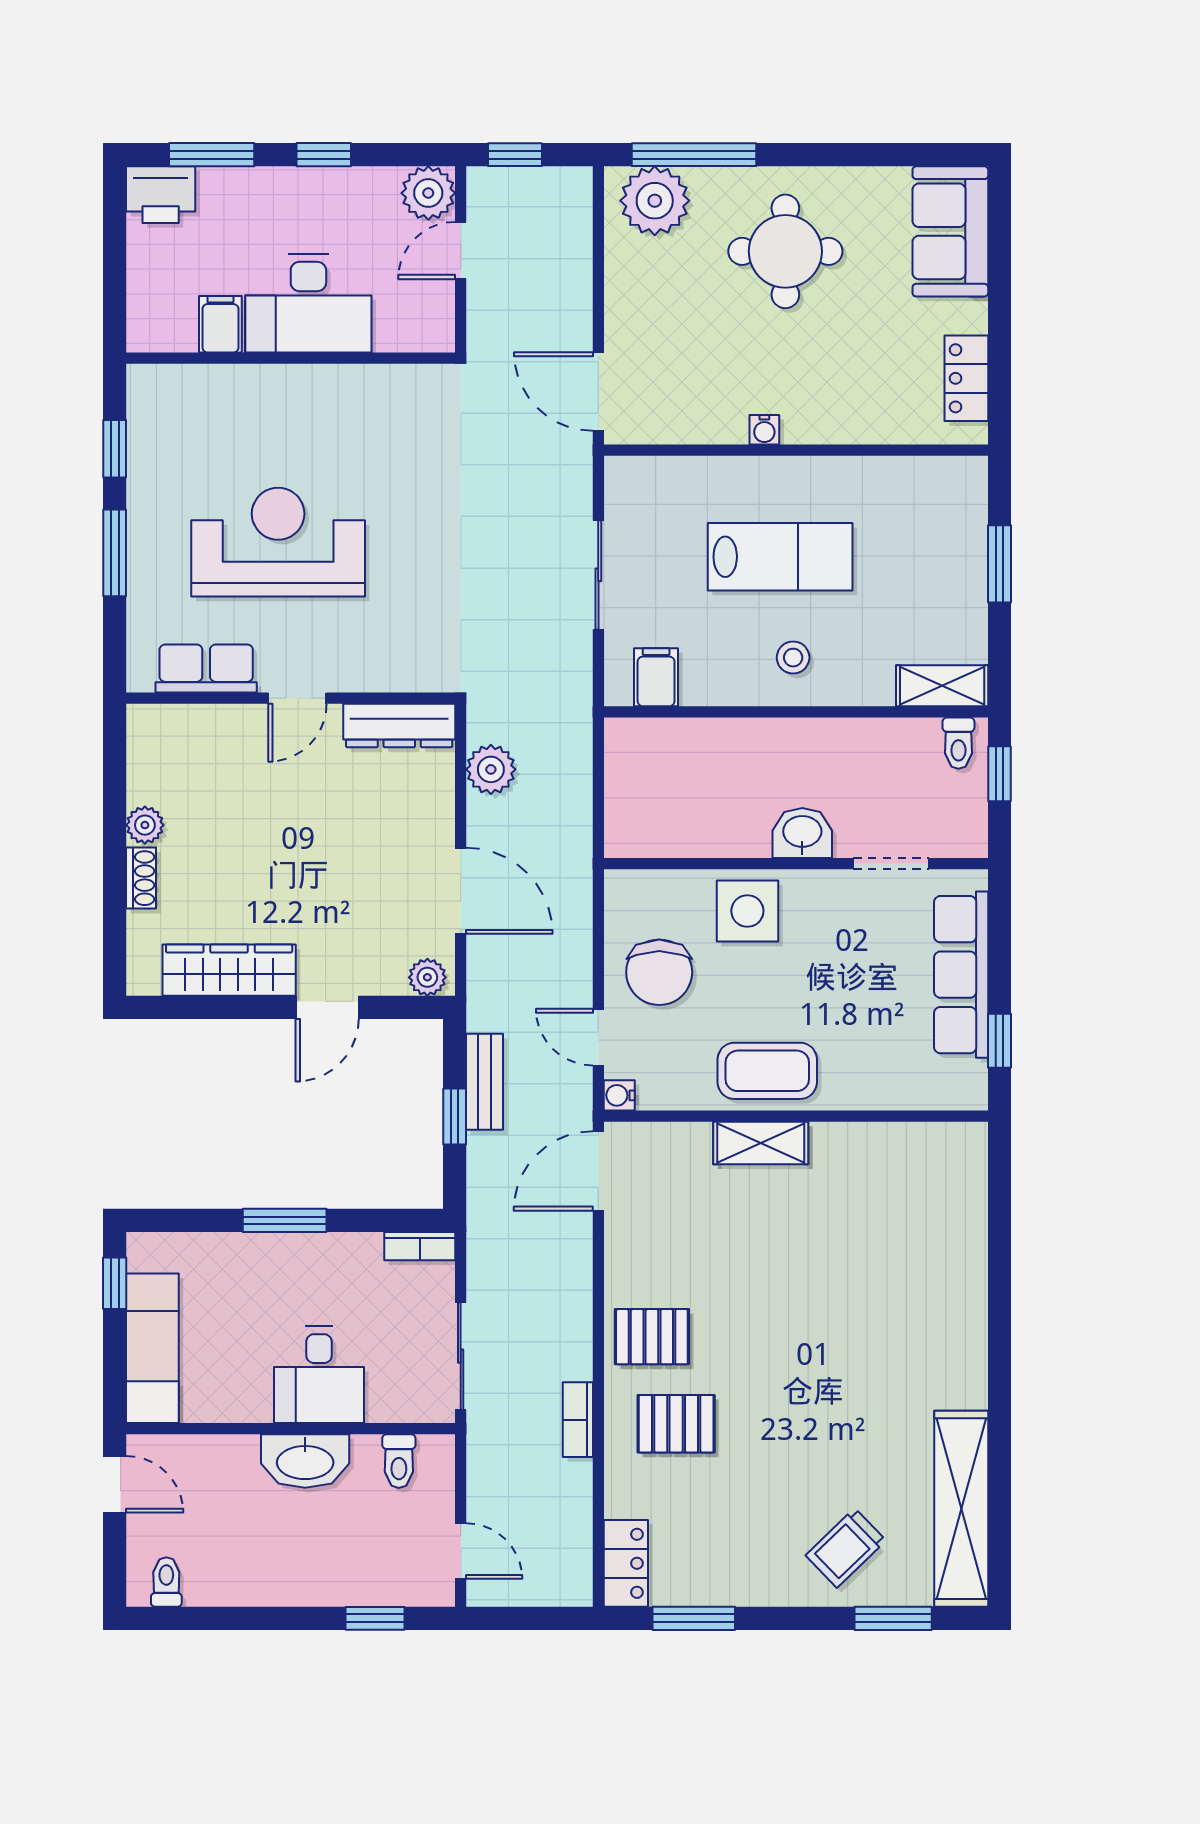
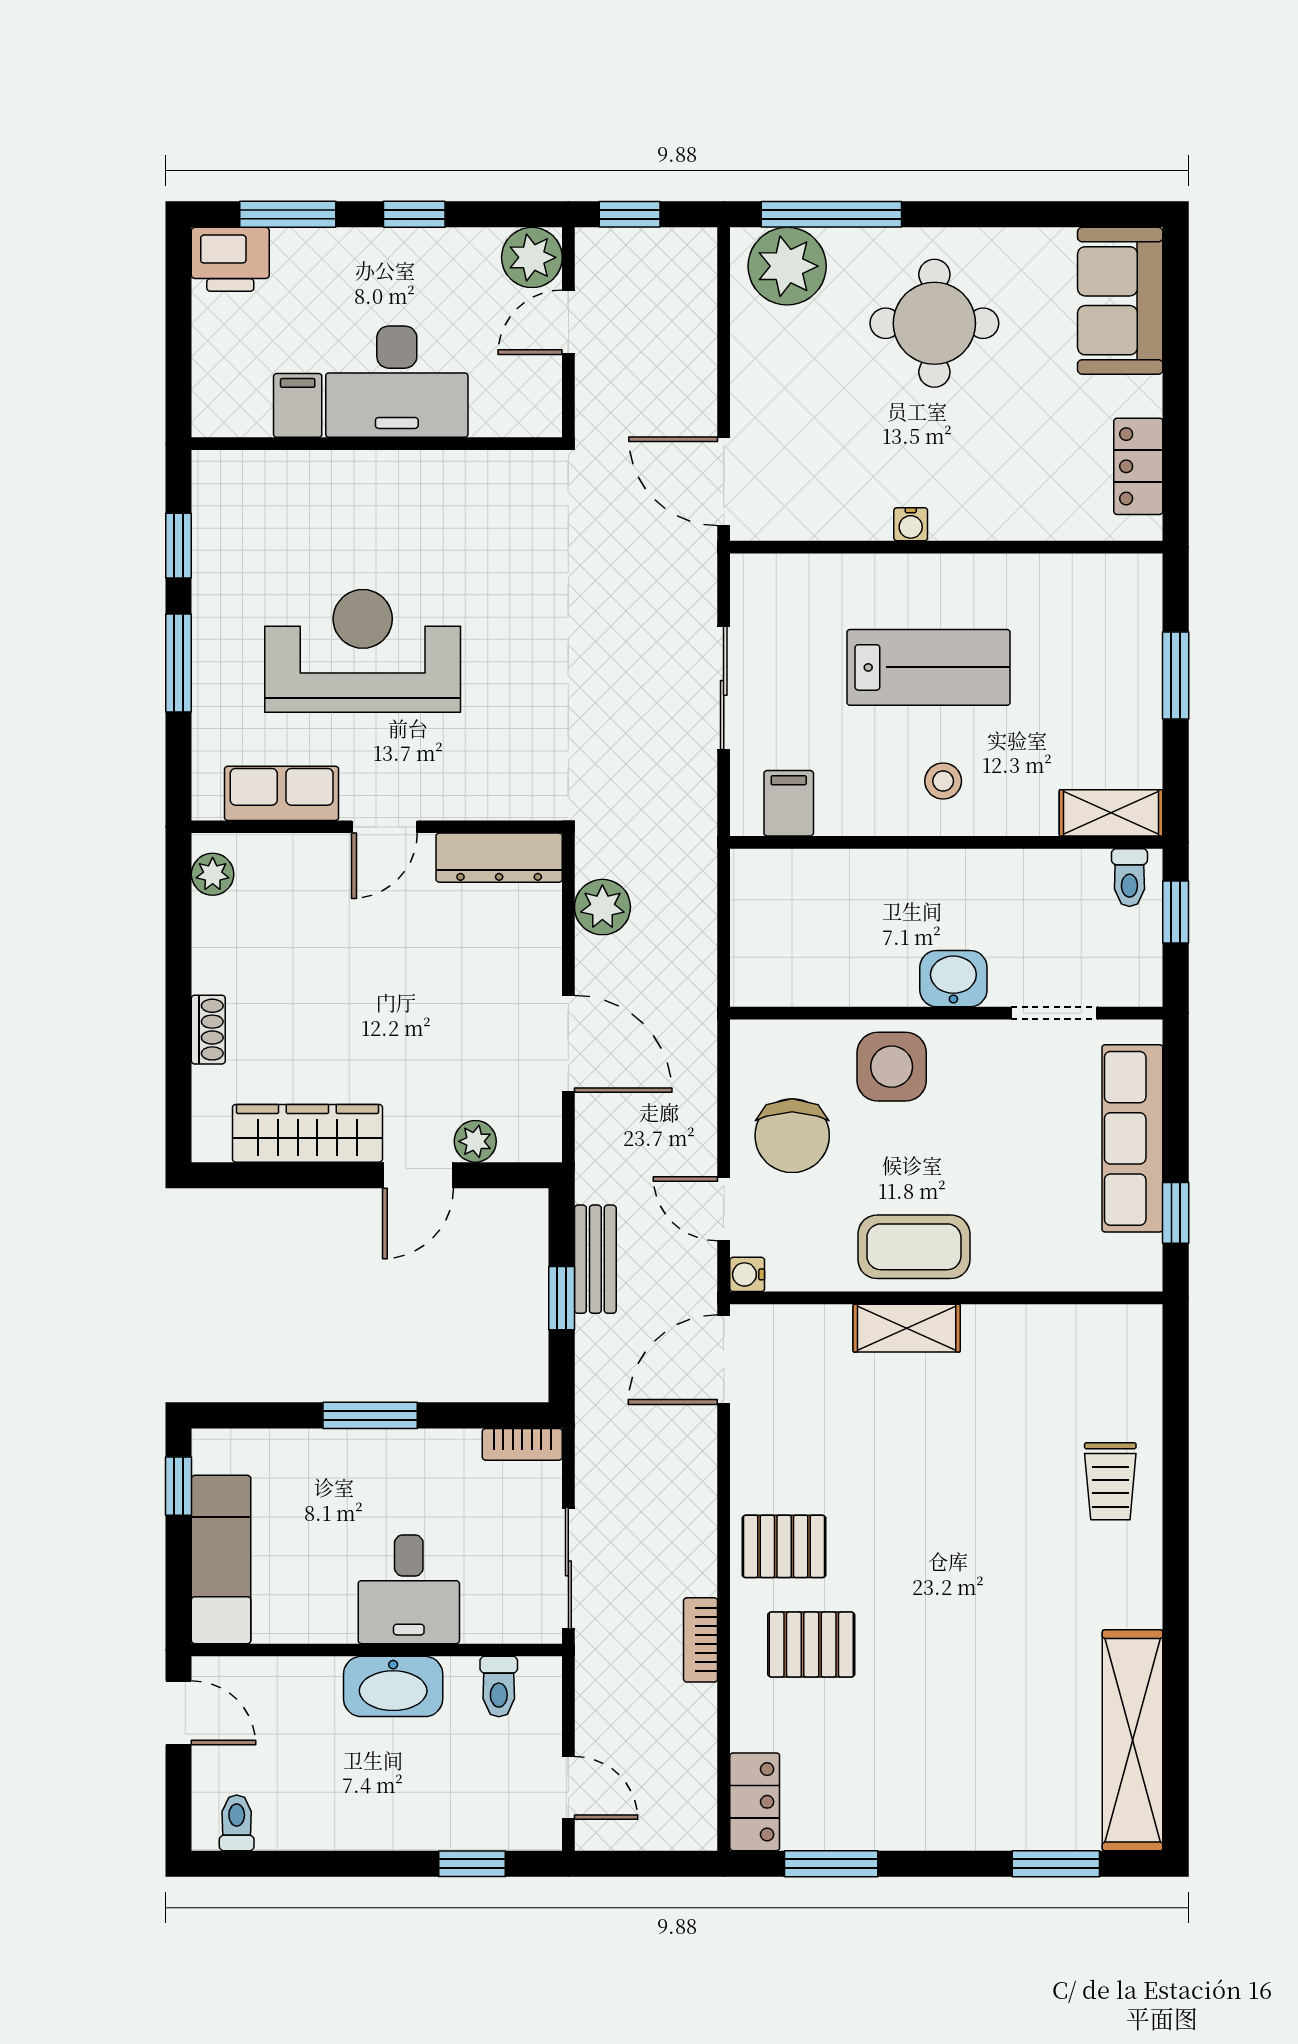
plant: (145, 825) -> (213, 874), moved
plant: (427, 977) -> (475, 1141), moved
trolley: (846, 1548) -> (1110, 1481), moved, turned -46

